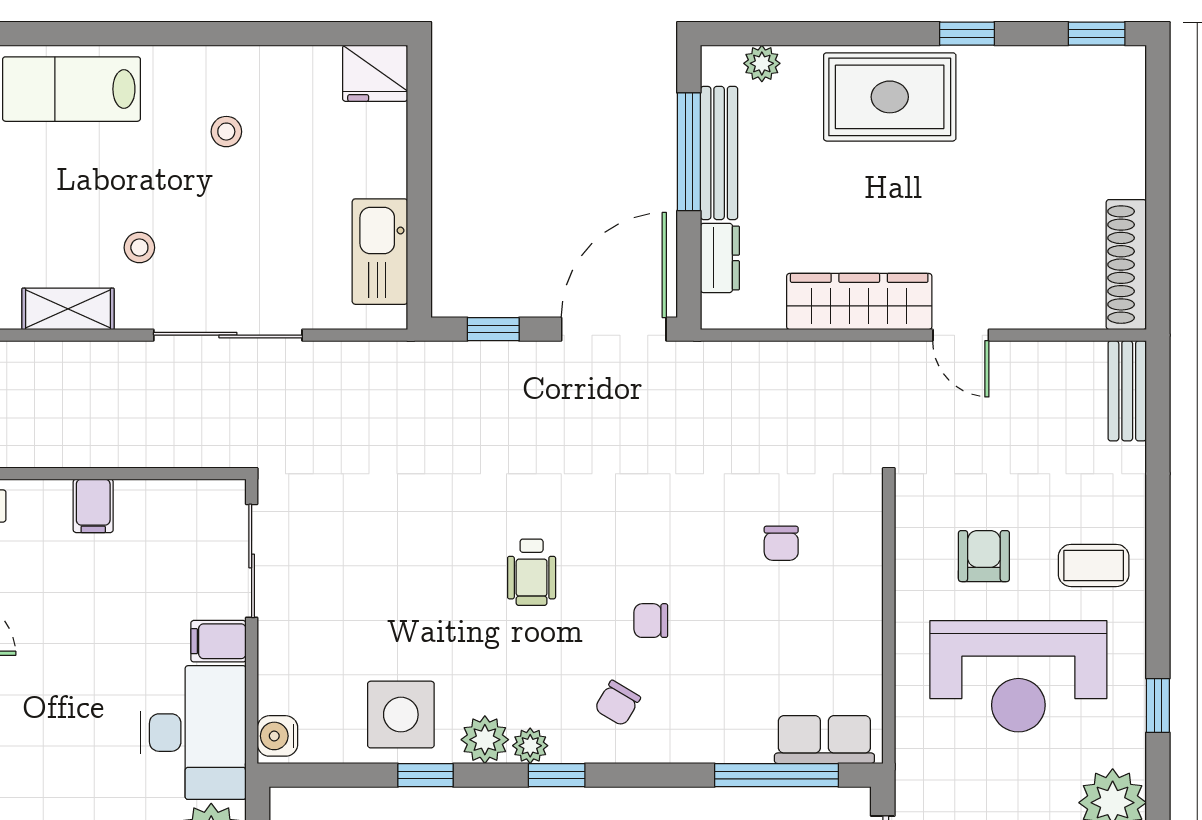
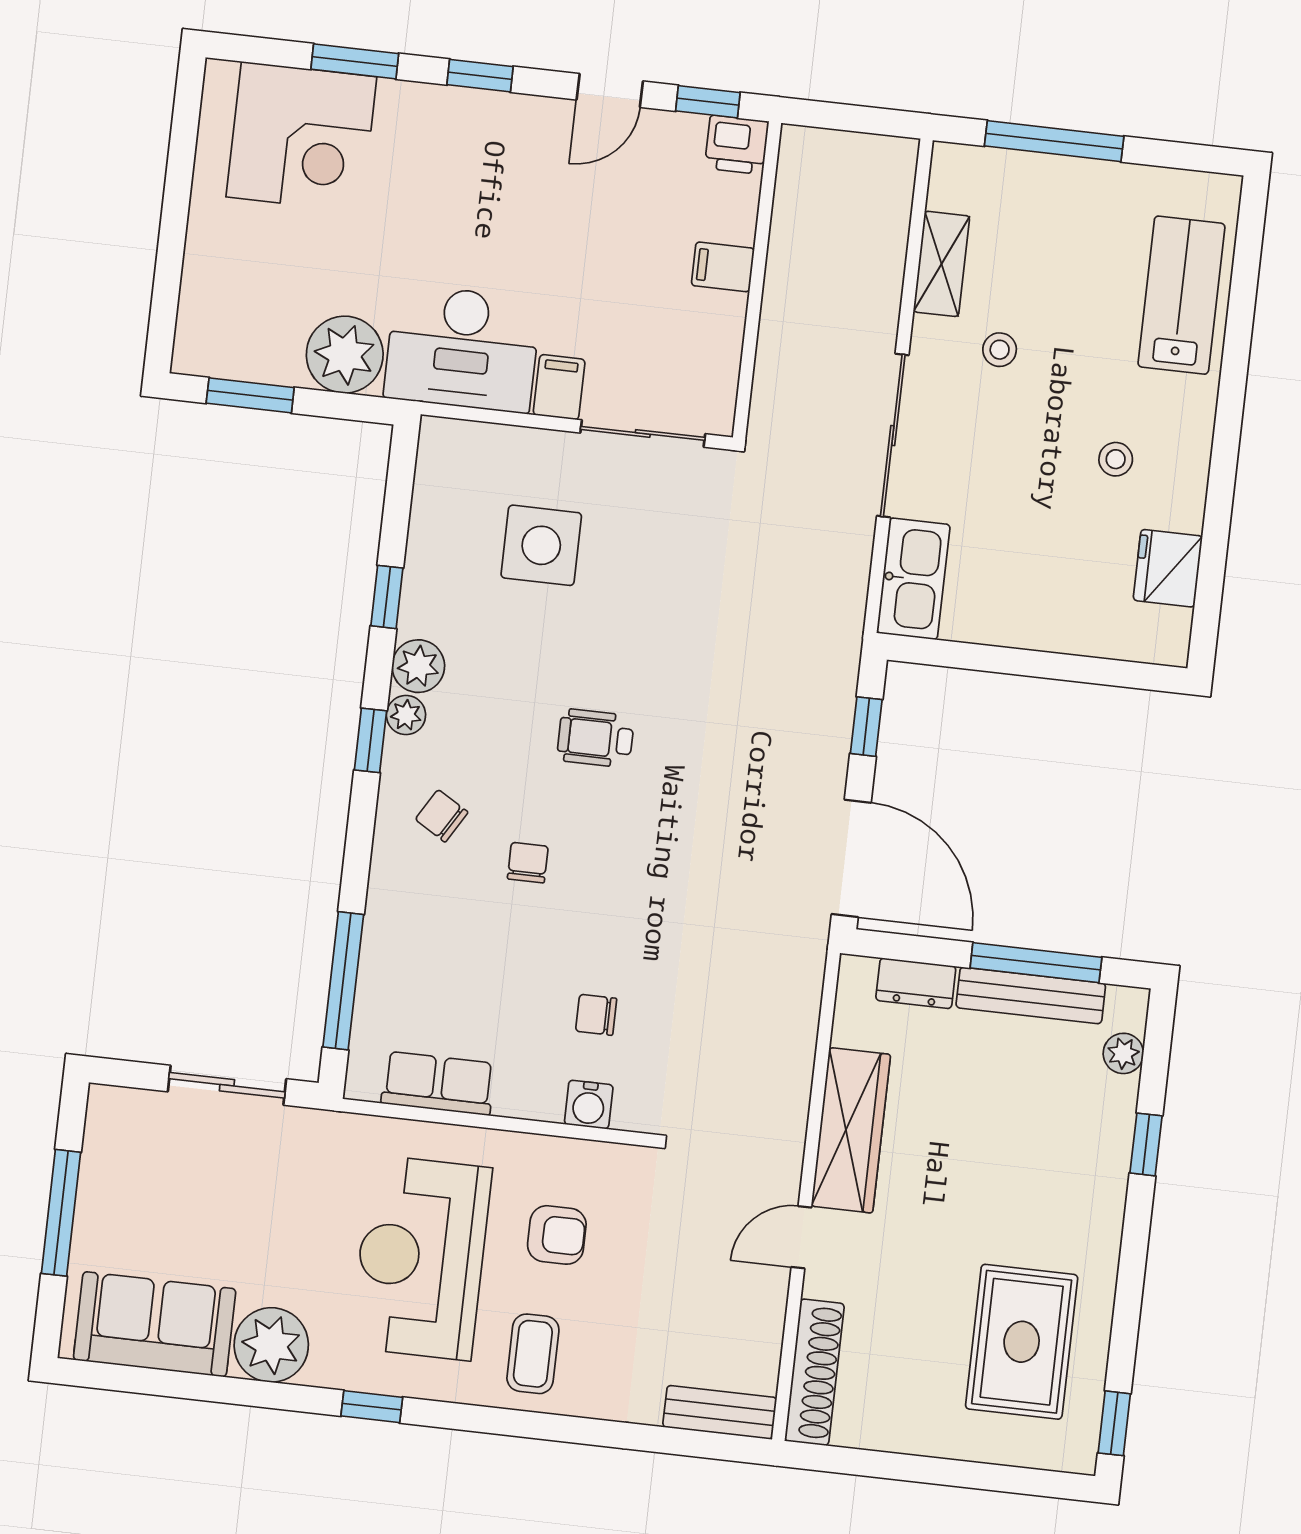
window: (967, 34) -> (1146, 1144), moved
fridge: (375, 73) -> (1168, 568), moved
rug: (890, 97) -> (1022, 1342), moved
kitchen sink: (380, 252) -> (913, 579), moved, turned 90
shoe rack: (1126, 265) -> (814, 1372), moved, turned 90
side table: (401, 715) -> (541, 545), moved
water cooler: (277, 736) -> (589, 1105), moved, turned 180
row of seats: (824, 740) -> (438, 1083), moved, turned -90

